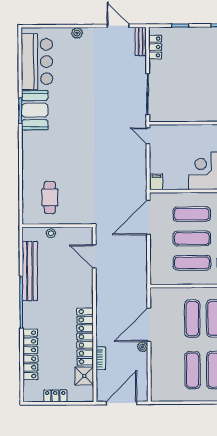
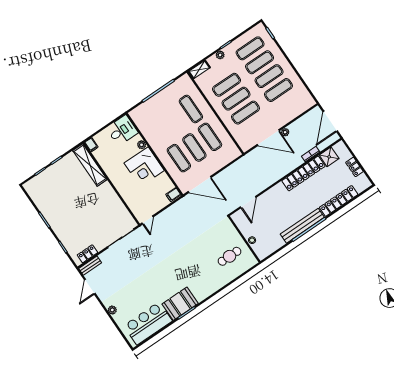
bench: (30, 271) -> (302, 226), moved
door: (121, 403) -> (330, 121), hinge flipped

